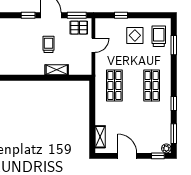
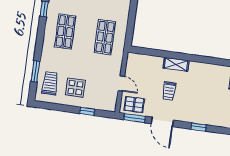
window: (28, 15) -> (199, 127), moved
trolley: (159, 36) -> (50, 83), turned 180
door: (93, 45) -> (121, 83), swing flipped
shelving: (57, 70) -> (176, 64), moved

